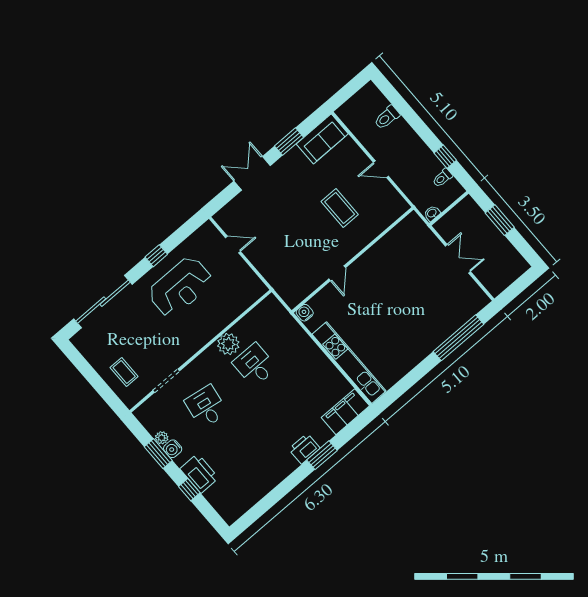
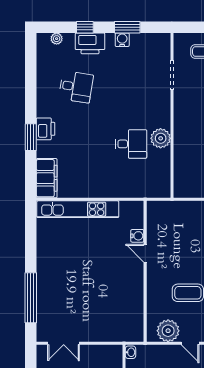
door: (381, 169) -> (190, 343), swing flipped
plant: (386, 197) -> (168, 331), added
double door: (458, 259) -> (64, 343), moved
water cooler: (305, 313) -> (137, 236), moved
desk: (206, 407) -> (76, 87), moved
plant: (162, 438) -> (57, 39), moved

